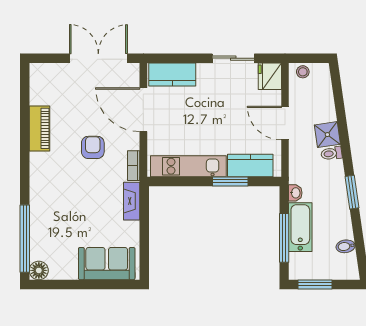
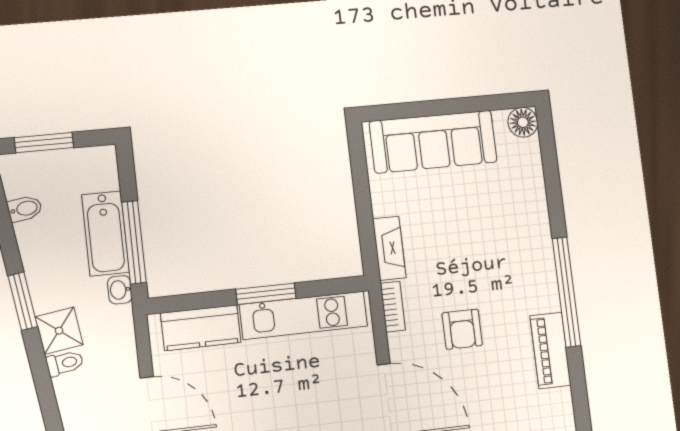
shower: (327, 135) -> (59, 331), moved
window: (230, 181) -> (266, 294), moved
window: (284, 238) -> (134, 242), moved
window: (25, 239) -> (566, 292), moved
sofa: (107, 264) -> (433, 142), width x1.36
window: (315, 284) -> (44, 143), moved

